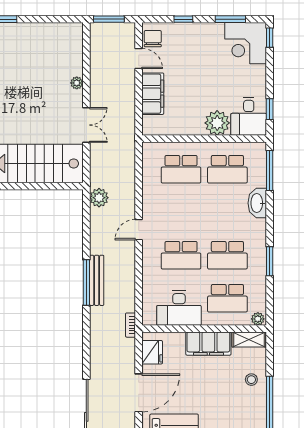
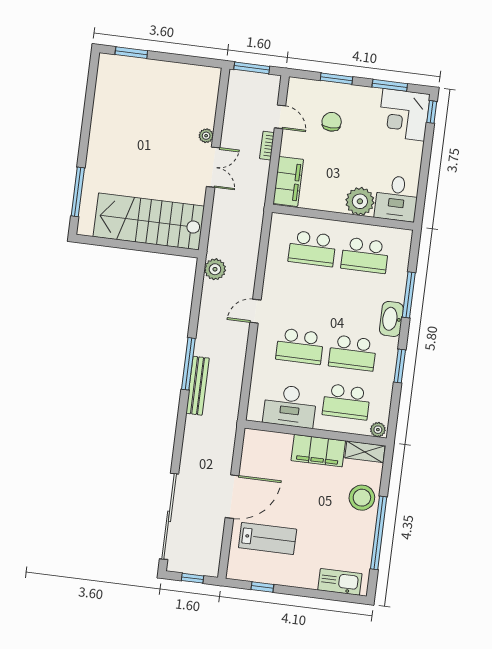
window: (183, 19) -> (336, 79), width x1.50
chair: (153, 39) -> (332, 122), moved
filing cabinet: (153, 94) -> (288, 181), moved
window: (270, 109) -> (422, 193), removed
double door: (86, 125) -> (213, 167), moved
window: (270, 170) -> (409, 295), moved
washbasin: (257, 203) -> (391, 319), moved
bench: (97, 280) -> (198, 386), moved
bookcase: (131, 325) -> (267, 146), moved
fridge: (152, 352) -> (253, 452), removed
stool: (251, 380) -> (362, 498), width x1.89, depth x1.89

